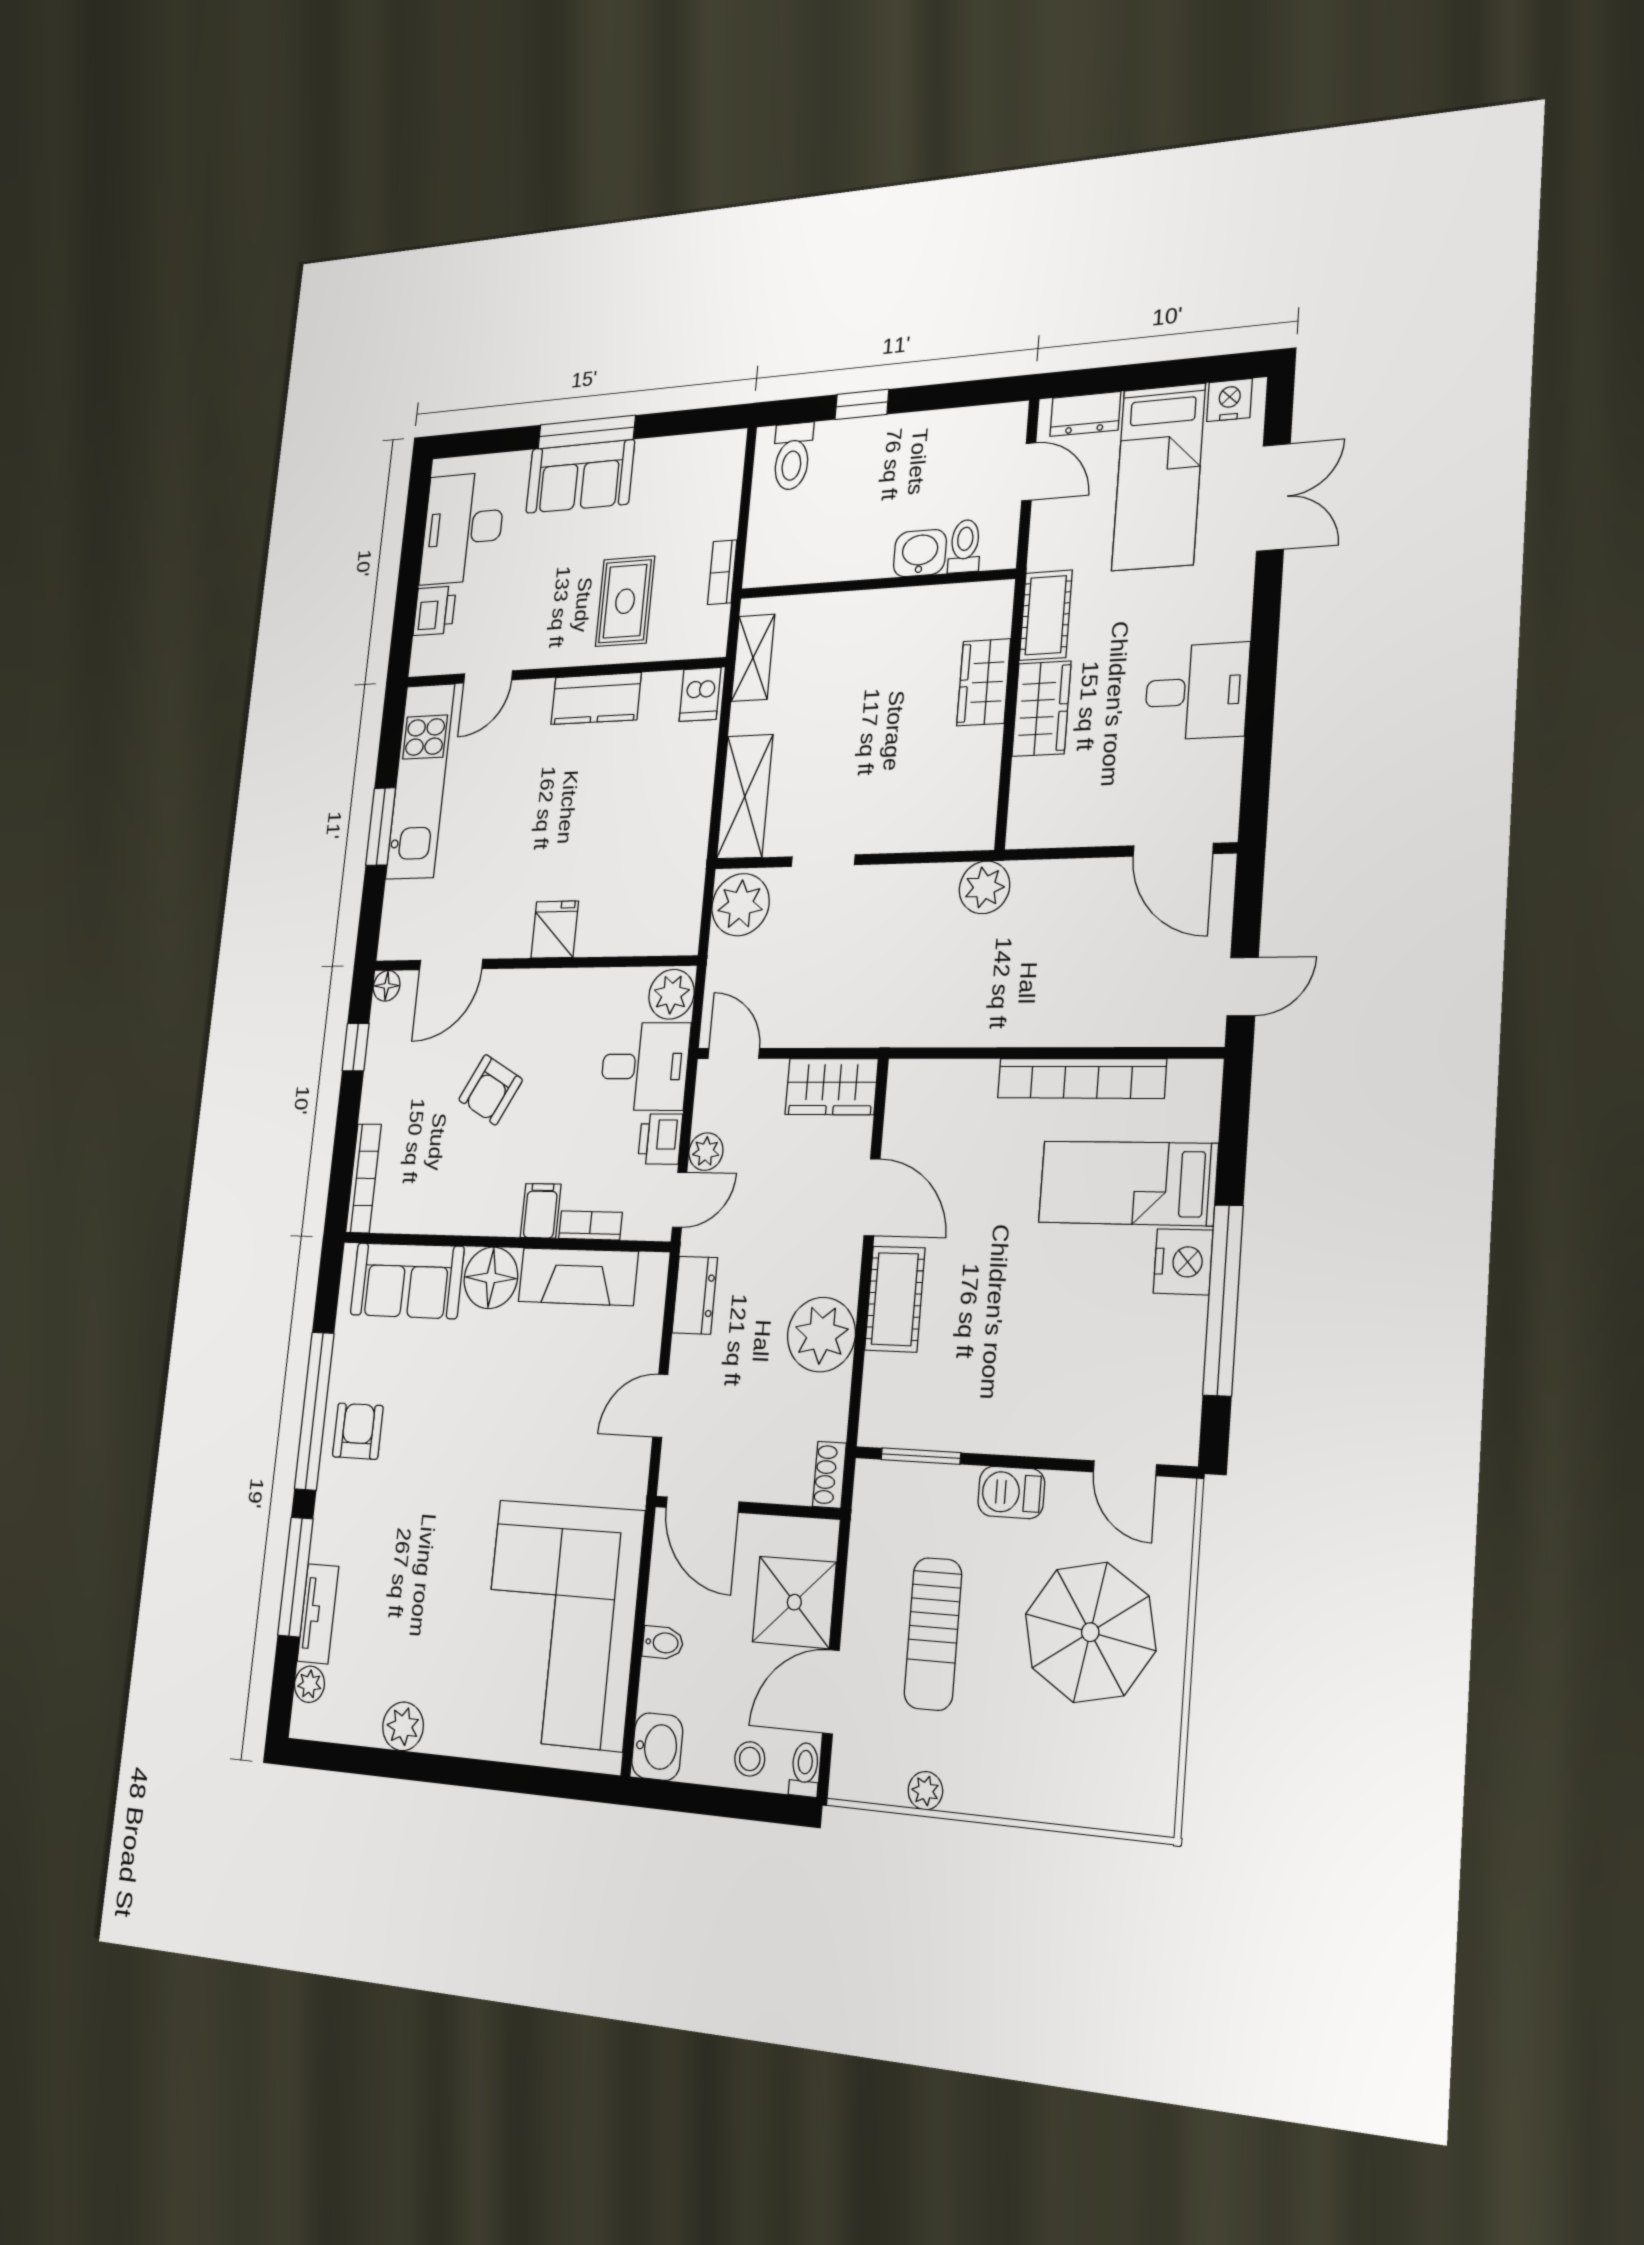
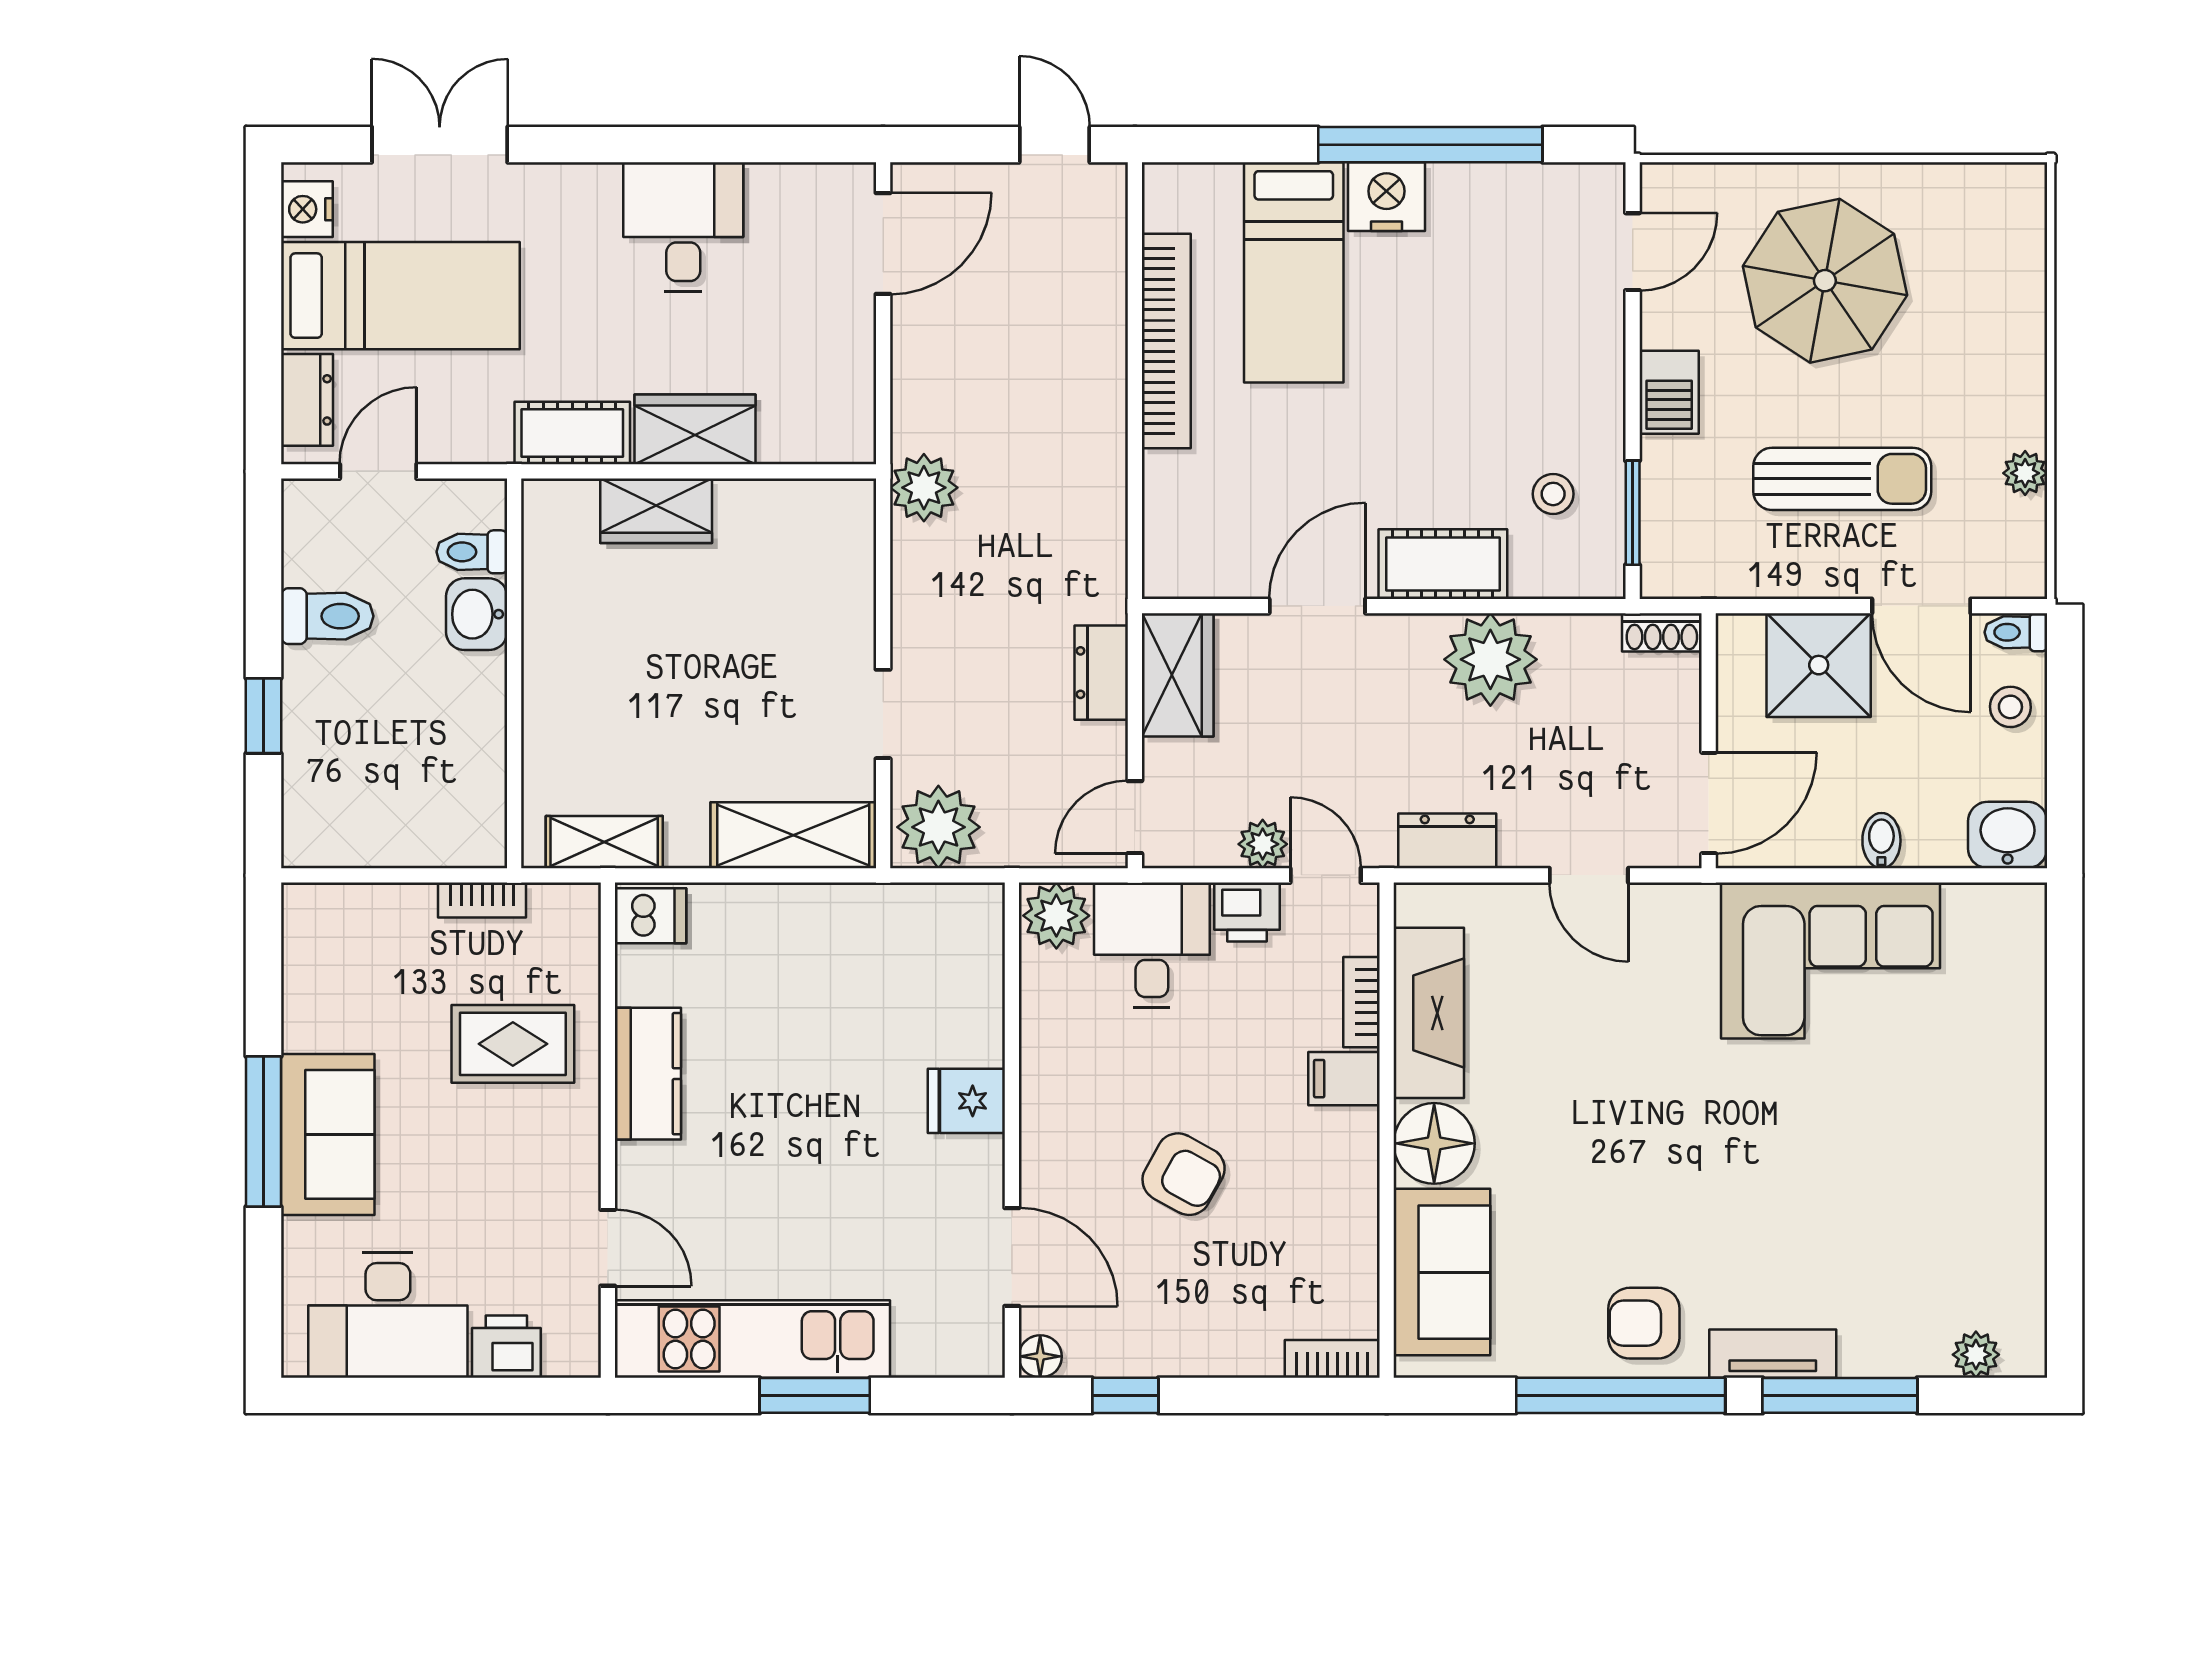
toilet: (792, 456) -> (327, 616), moved
dresser: (838, 1027) -> (1101, 673), added
bookcase: (363, 1178) -> (1332, 1359), width x0.64
stool: (940, 1391) -> (1553, 494), added
tv unit: (318, 1614) -> (1773, 1354), moved
corner sofa: (560, 1624) -> (1831, 960), width x0.73, depth x0.74
plant: (403, 1726) -> (2017, 1205), removed

